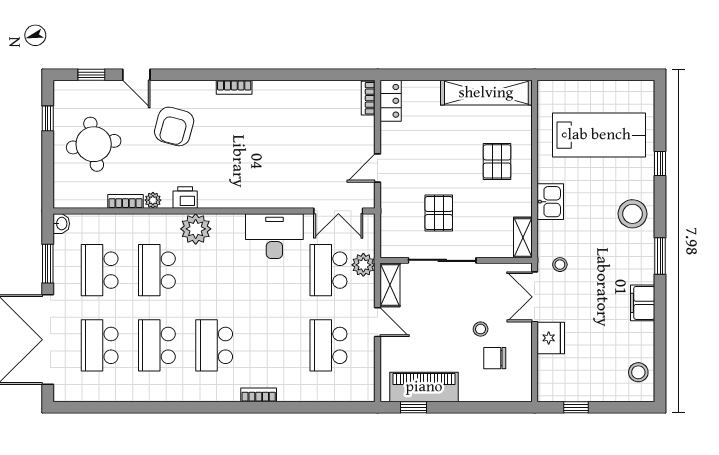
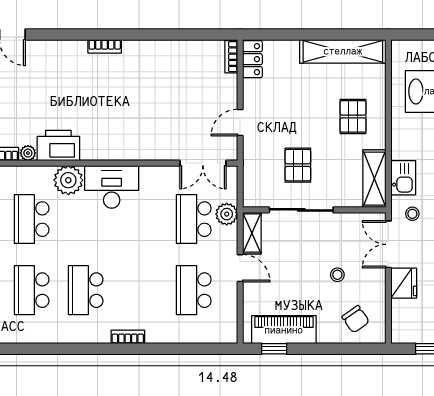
armchair: (174, 126) -> (48, 83), removed
printer: (185, 197) -> (58, 146), width x1.87, depth x1.48
kitchen sink: (550, 202) -> (403, 178), moved
desk: (274, 236) -> (112, 187), moved
shelving: (523, 238) -> (374, 179), width x1.50, depth x1.33
chair: (495, 358) -> (356, 319), moved, turned -125

